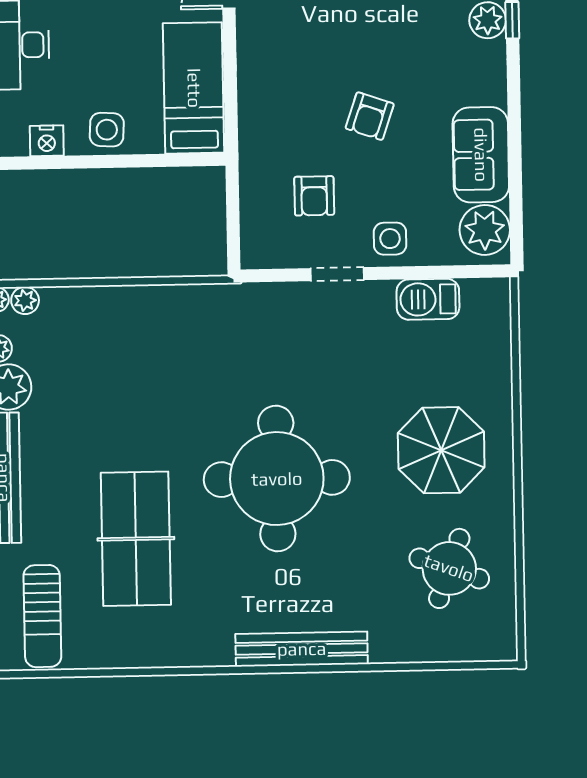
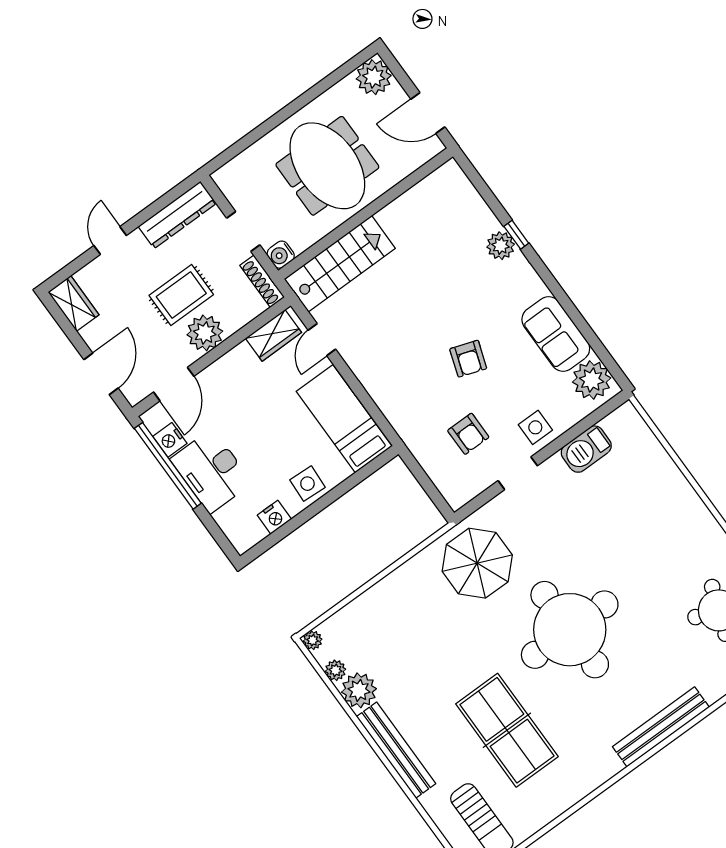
plant: (25, 300) -> (331, 628), removed
parasol: (441, 450) -> (477, 563), moved

